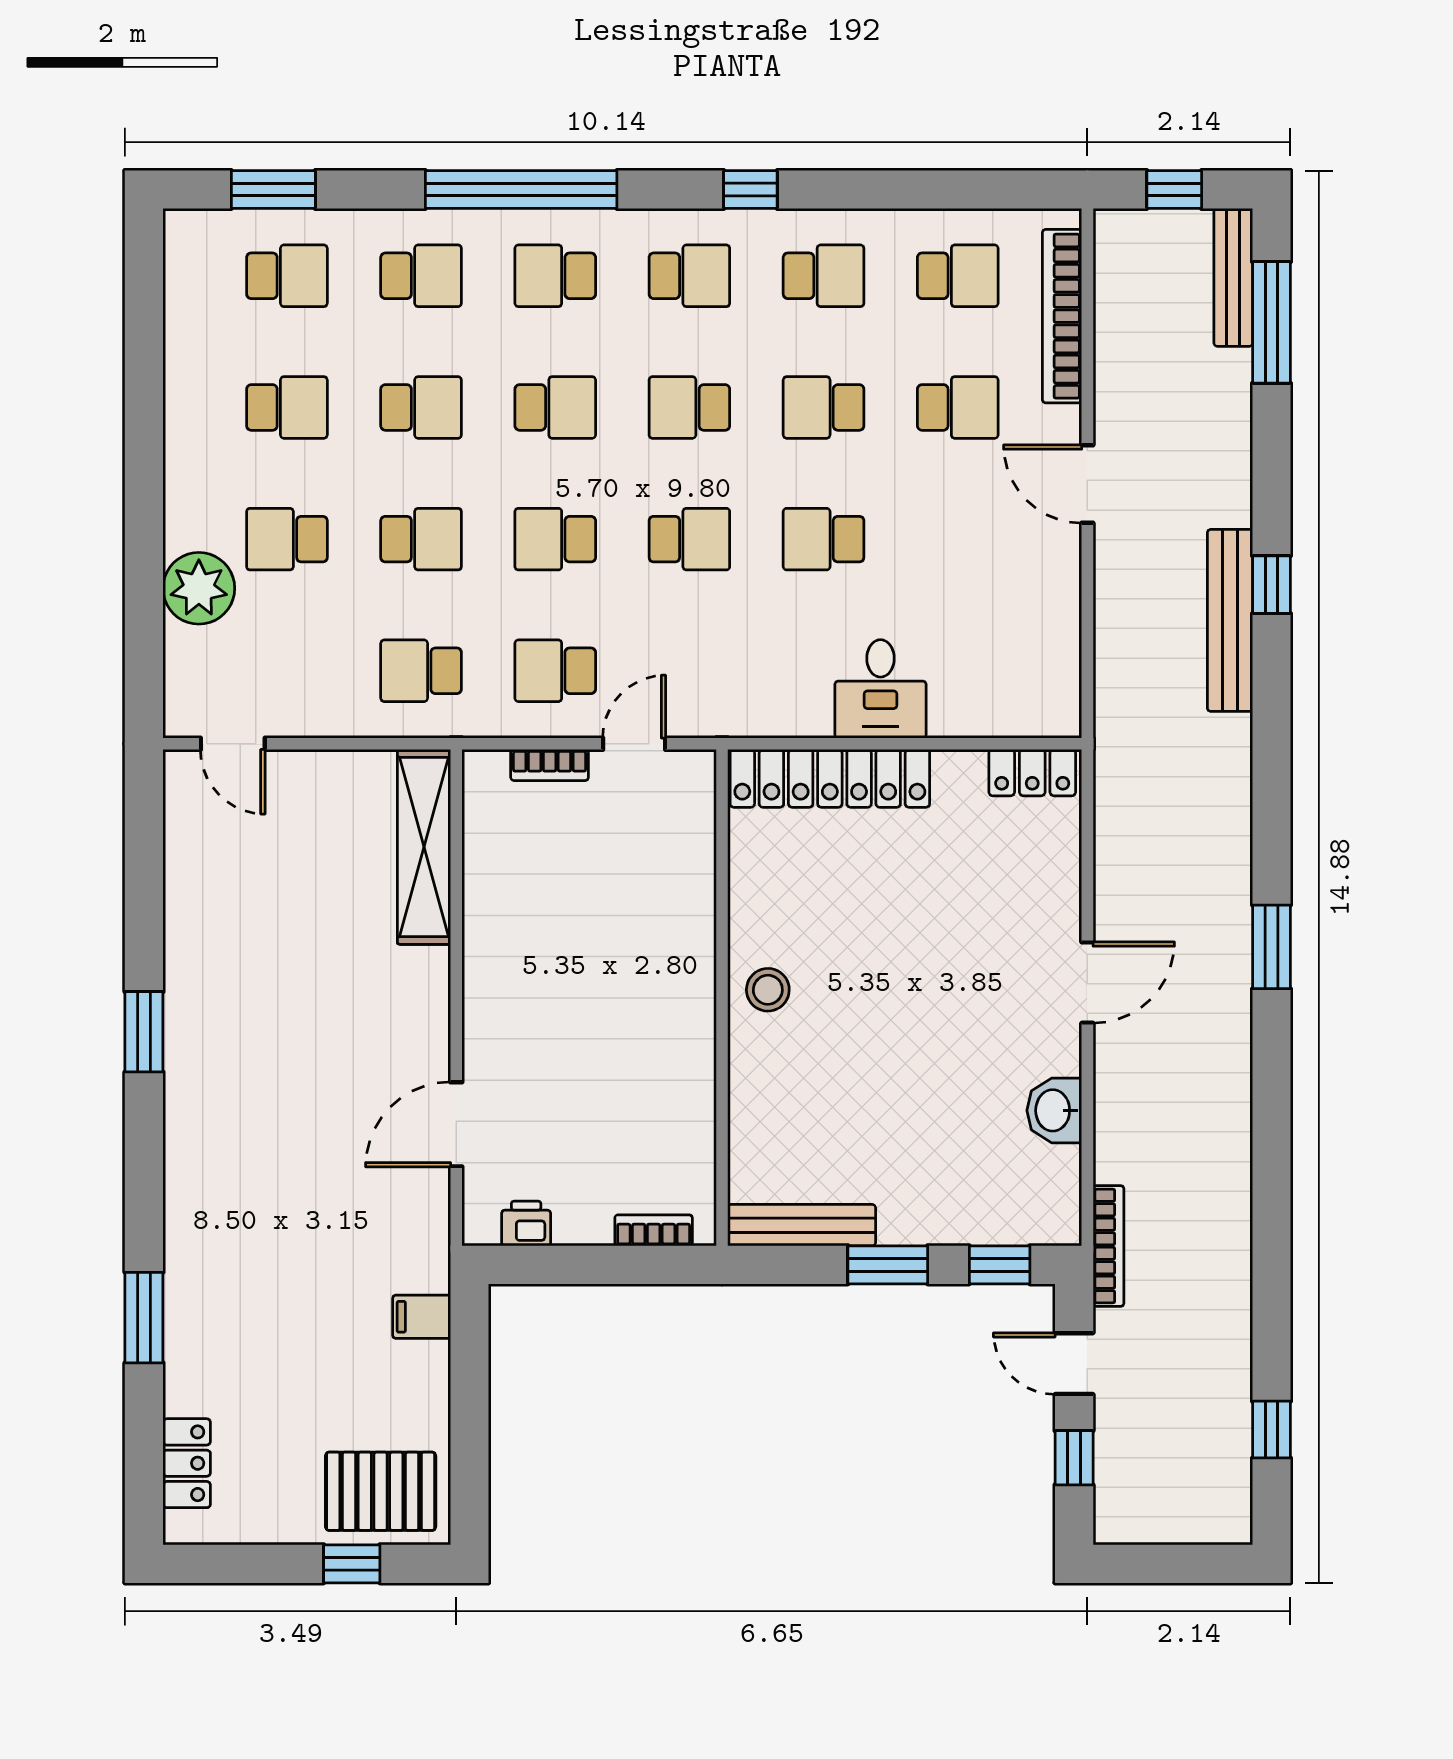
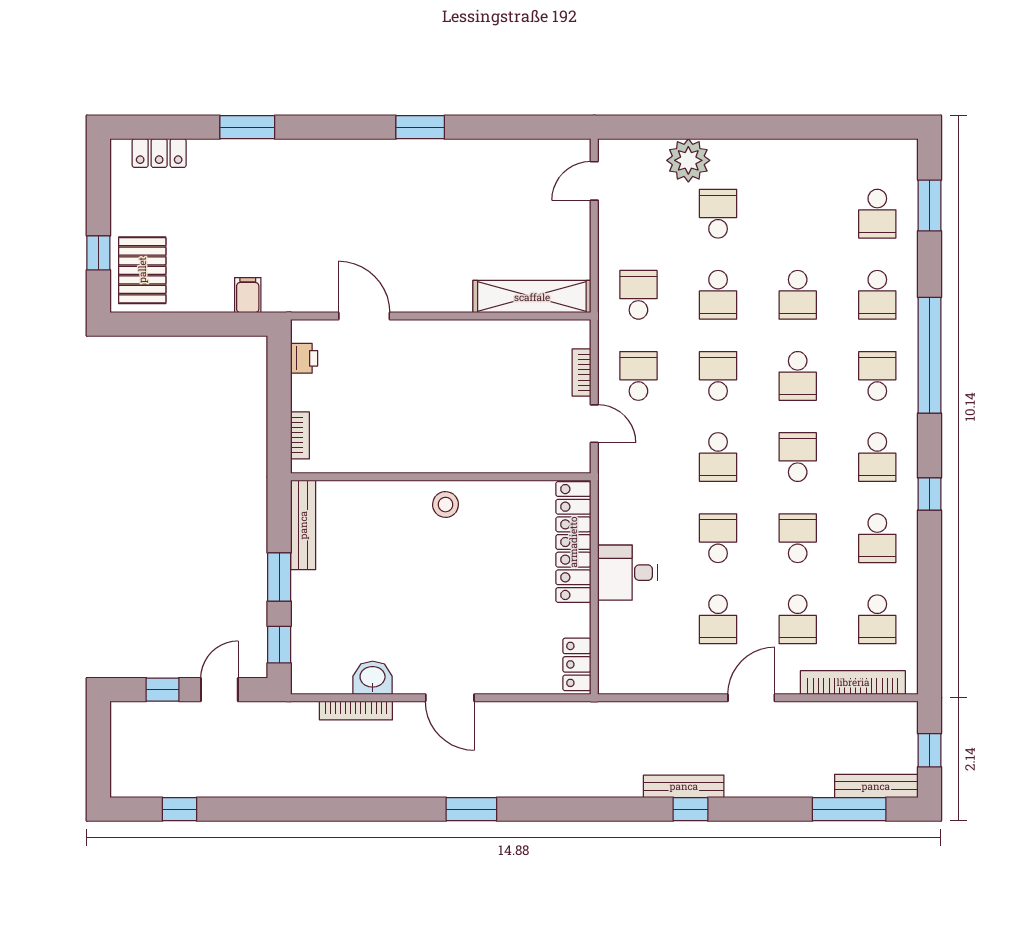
school desk: (287, 407) -> (718, 619), moved
bench: (1230, 620) -> (684, 786), width x0.73, depth x0.82
bookcase: (1109, 1246) -> (356, 711), moved

